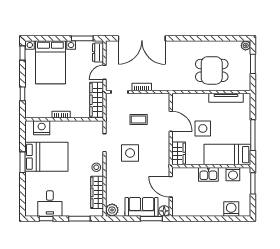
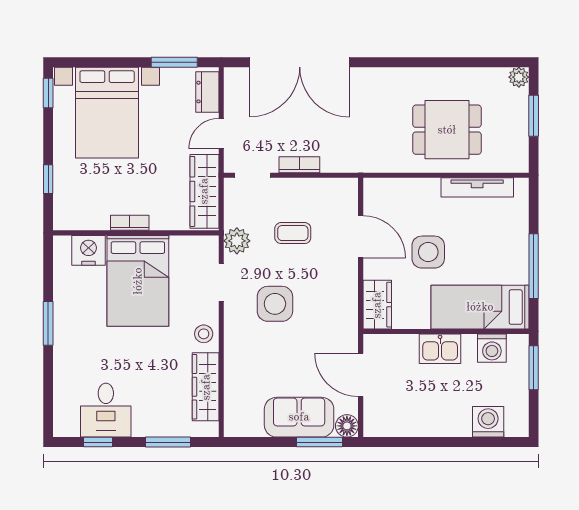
bed: (46, 157) -> (138, 281), moved, turned 90
plant: (112, 210) -> (237, 241), moved

